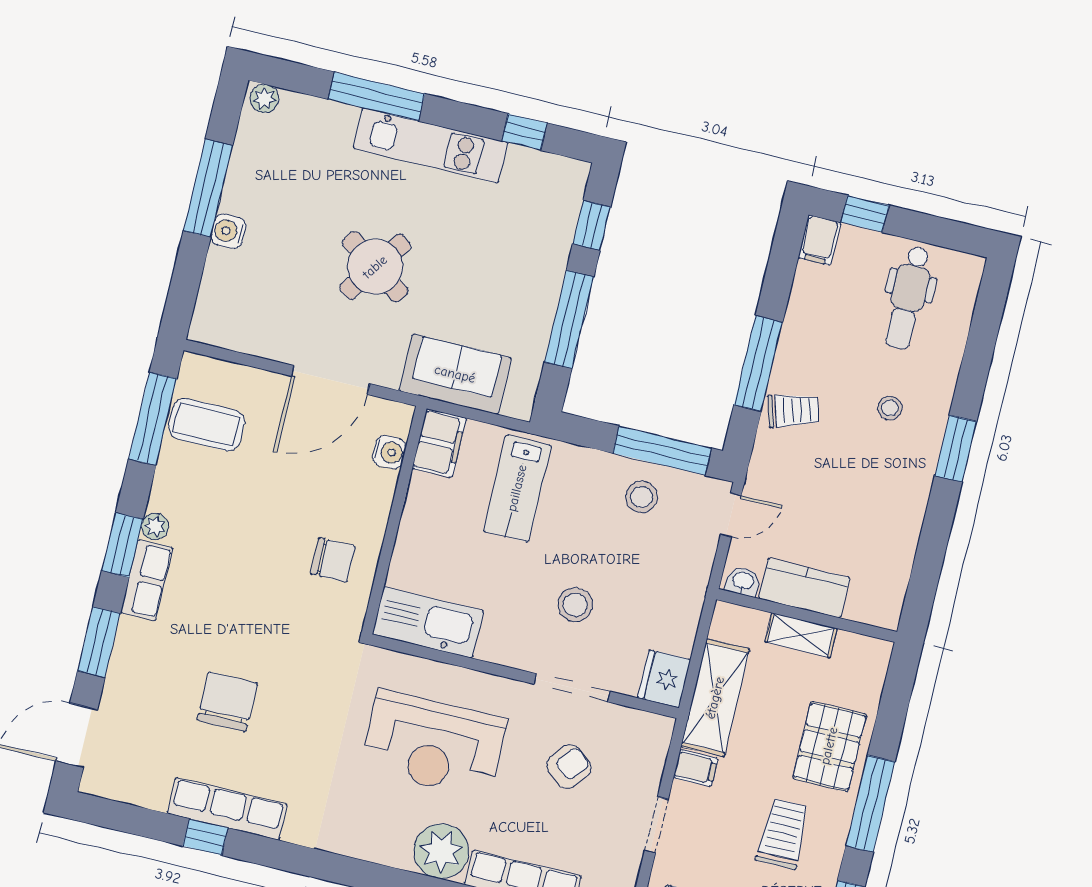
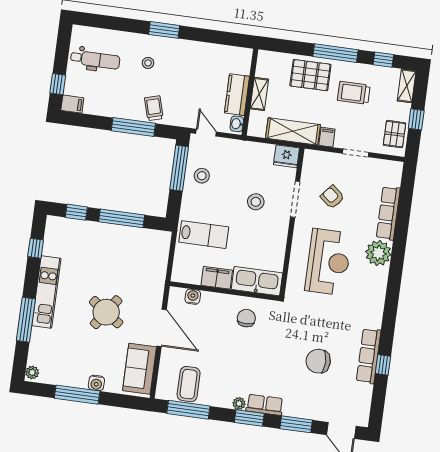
sofa: (455, 374) -> (140, 369), moved
filing cabinet: (439, 443) -> (217, 278), moved
kitchen sink: (428, 622) -> (257, 281), moved, turned 90

